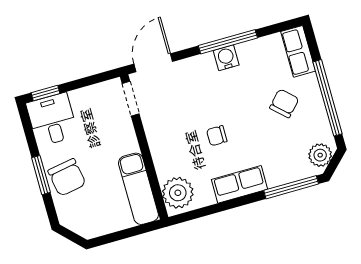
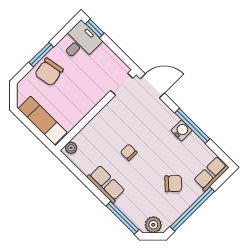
exam couch: (138, 189) -> (42, 120), moved, turned 90
plant: (178, 193) -> (71, 148), width x0.53, depth x0.53

